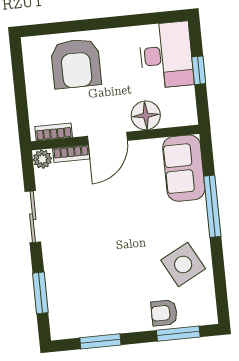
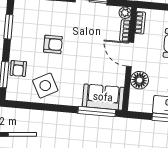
window: (212, 206) -> (97, 112), moved
armchair: (115, 265) -> (53, 44), added
armchair: (164, 313) -> (18, 68), turned 180

